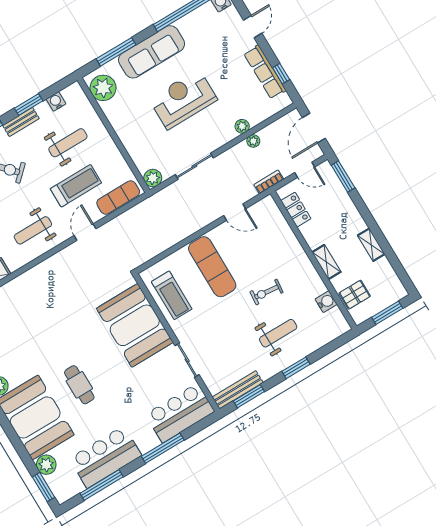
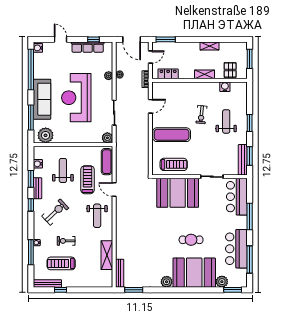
reception desk: (183, 99) -> (76, 98), width x1.36, depth x1.30

